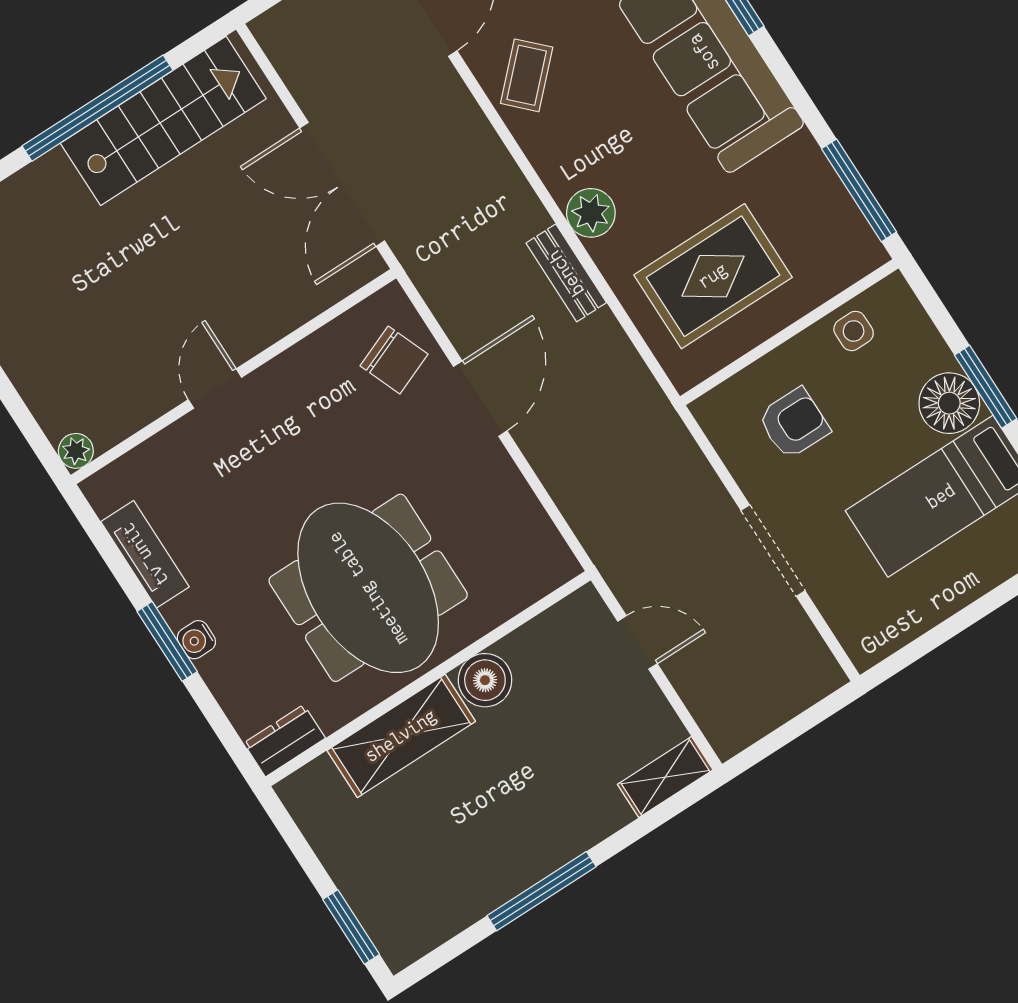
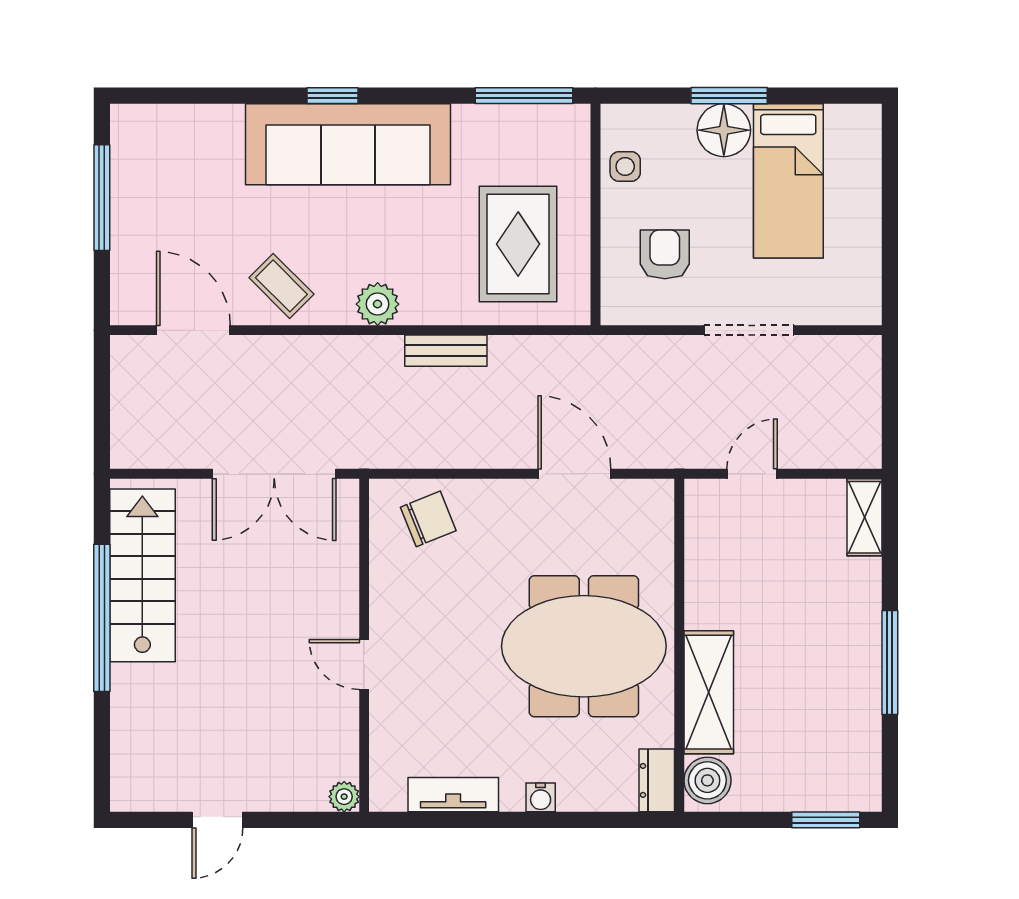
plant: (591, 213) -> (378, 304), moved
door: (480, 399) -> (574, 474), moved
window: (167, 641) -> (528, 820), removed
boiler: (485, 680) -> (707, 780), moved

